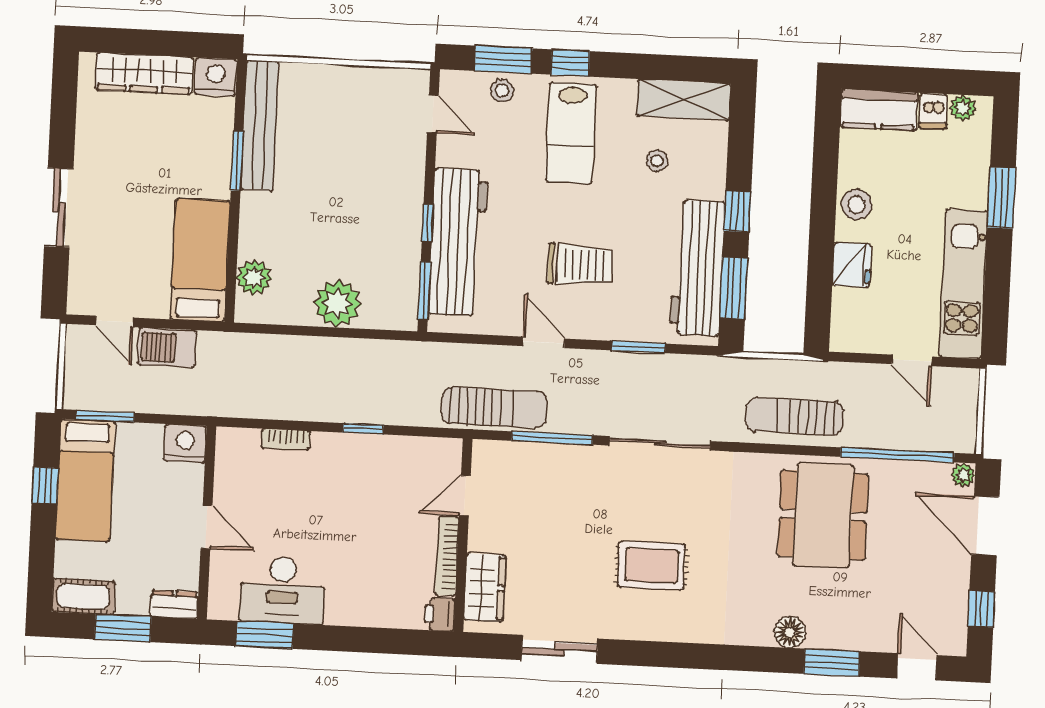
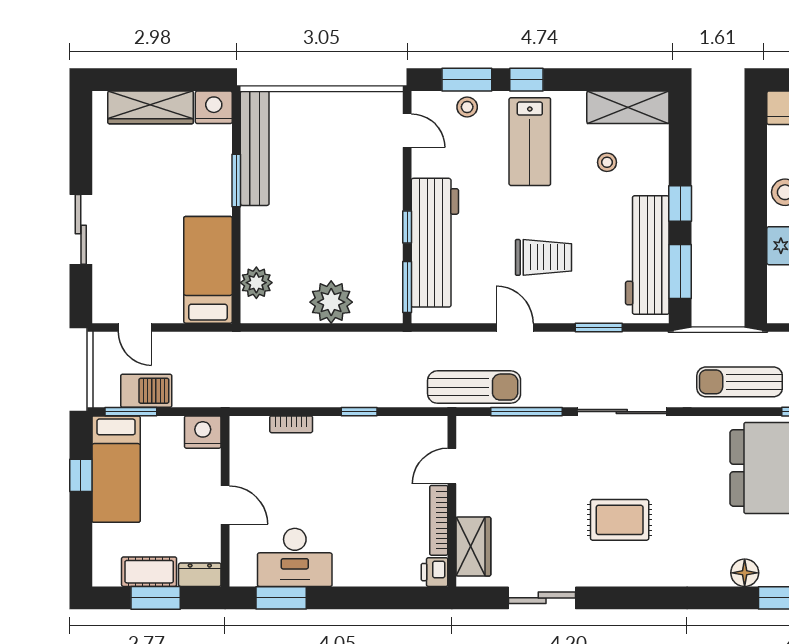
barbecue: (167, 348) -> (146, 391), moved, turned 180
cot: (83, 596) -> (149, 572), moved

